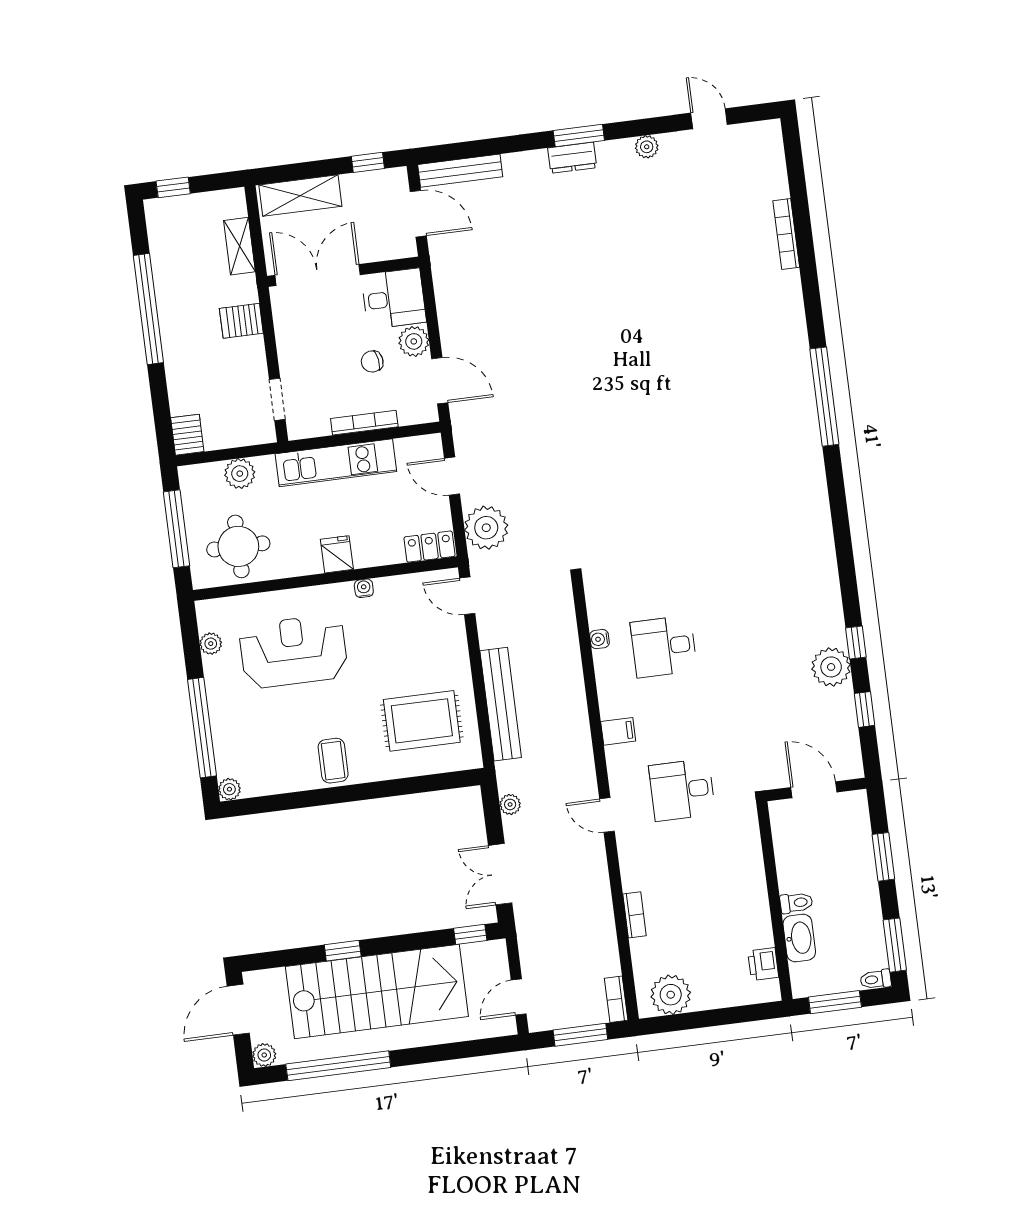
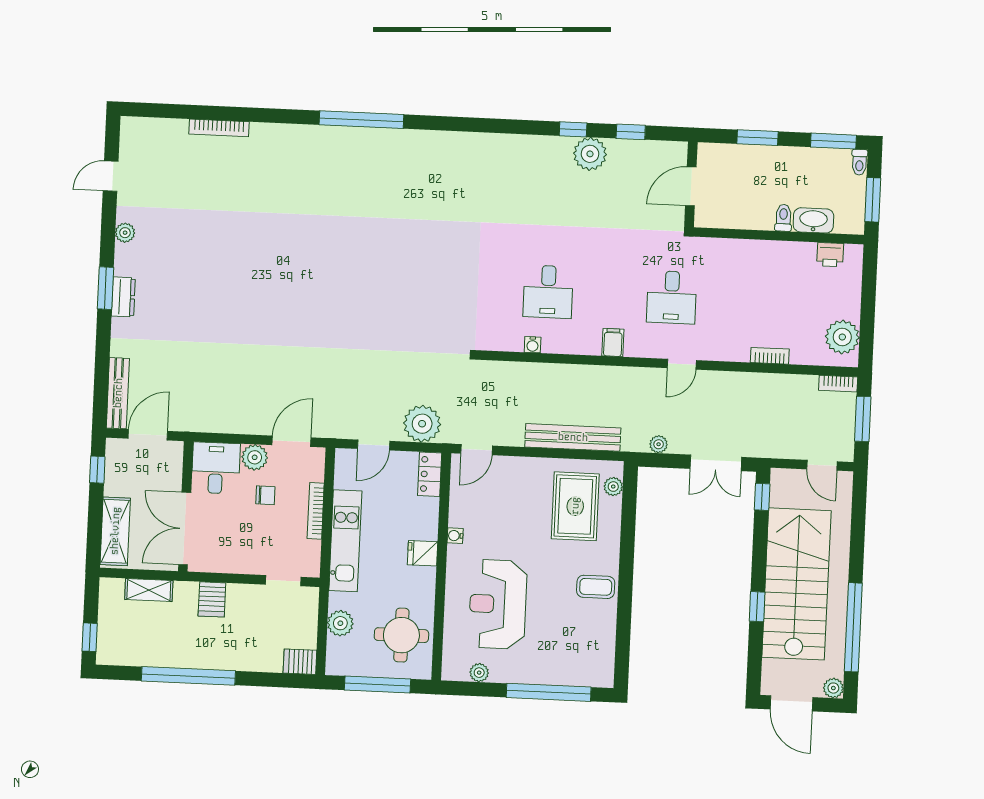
chair: (372, 361) -> (265, 495), turned -81
plant: (229, 789) -> (613, 487), moved

